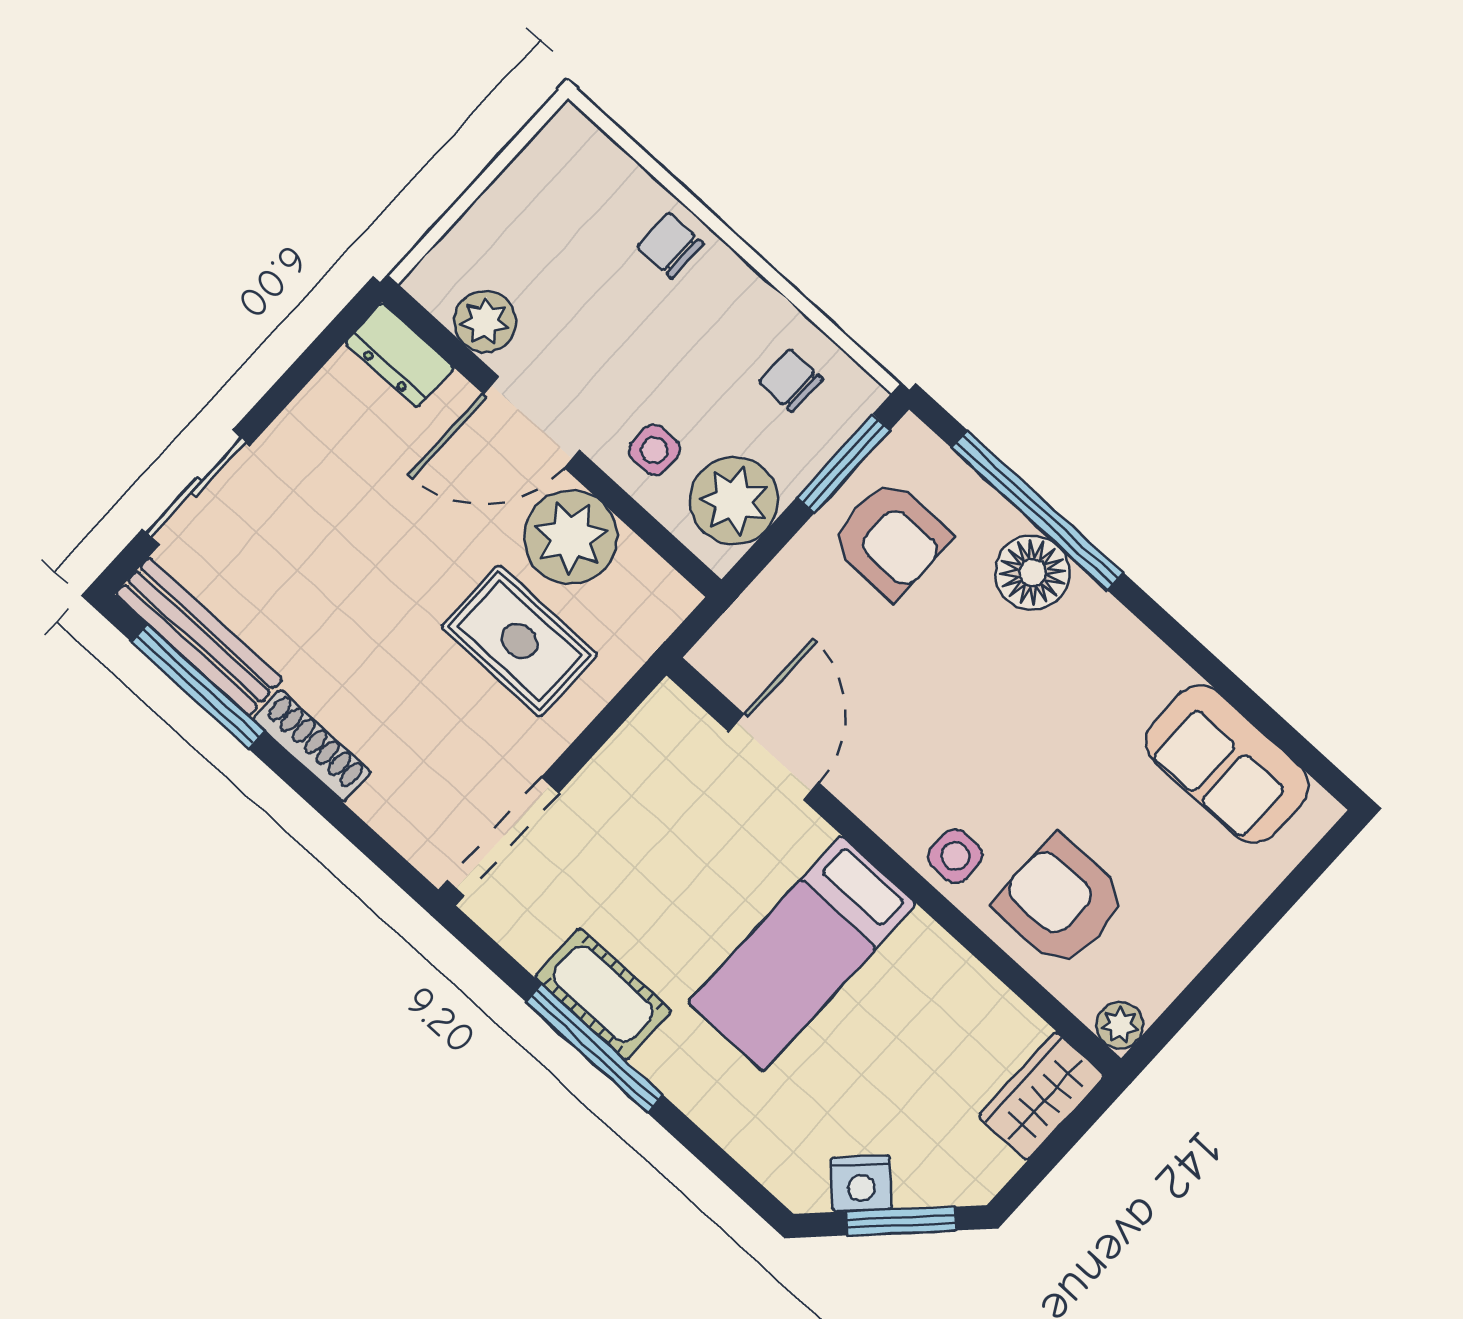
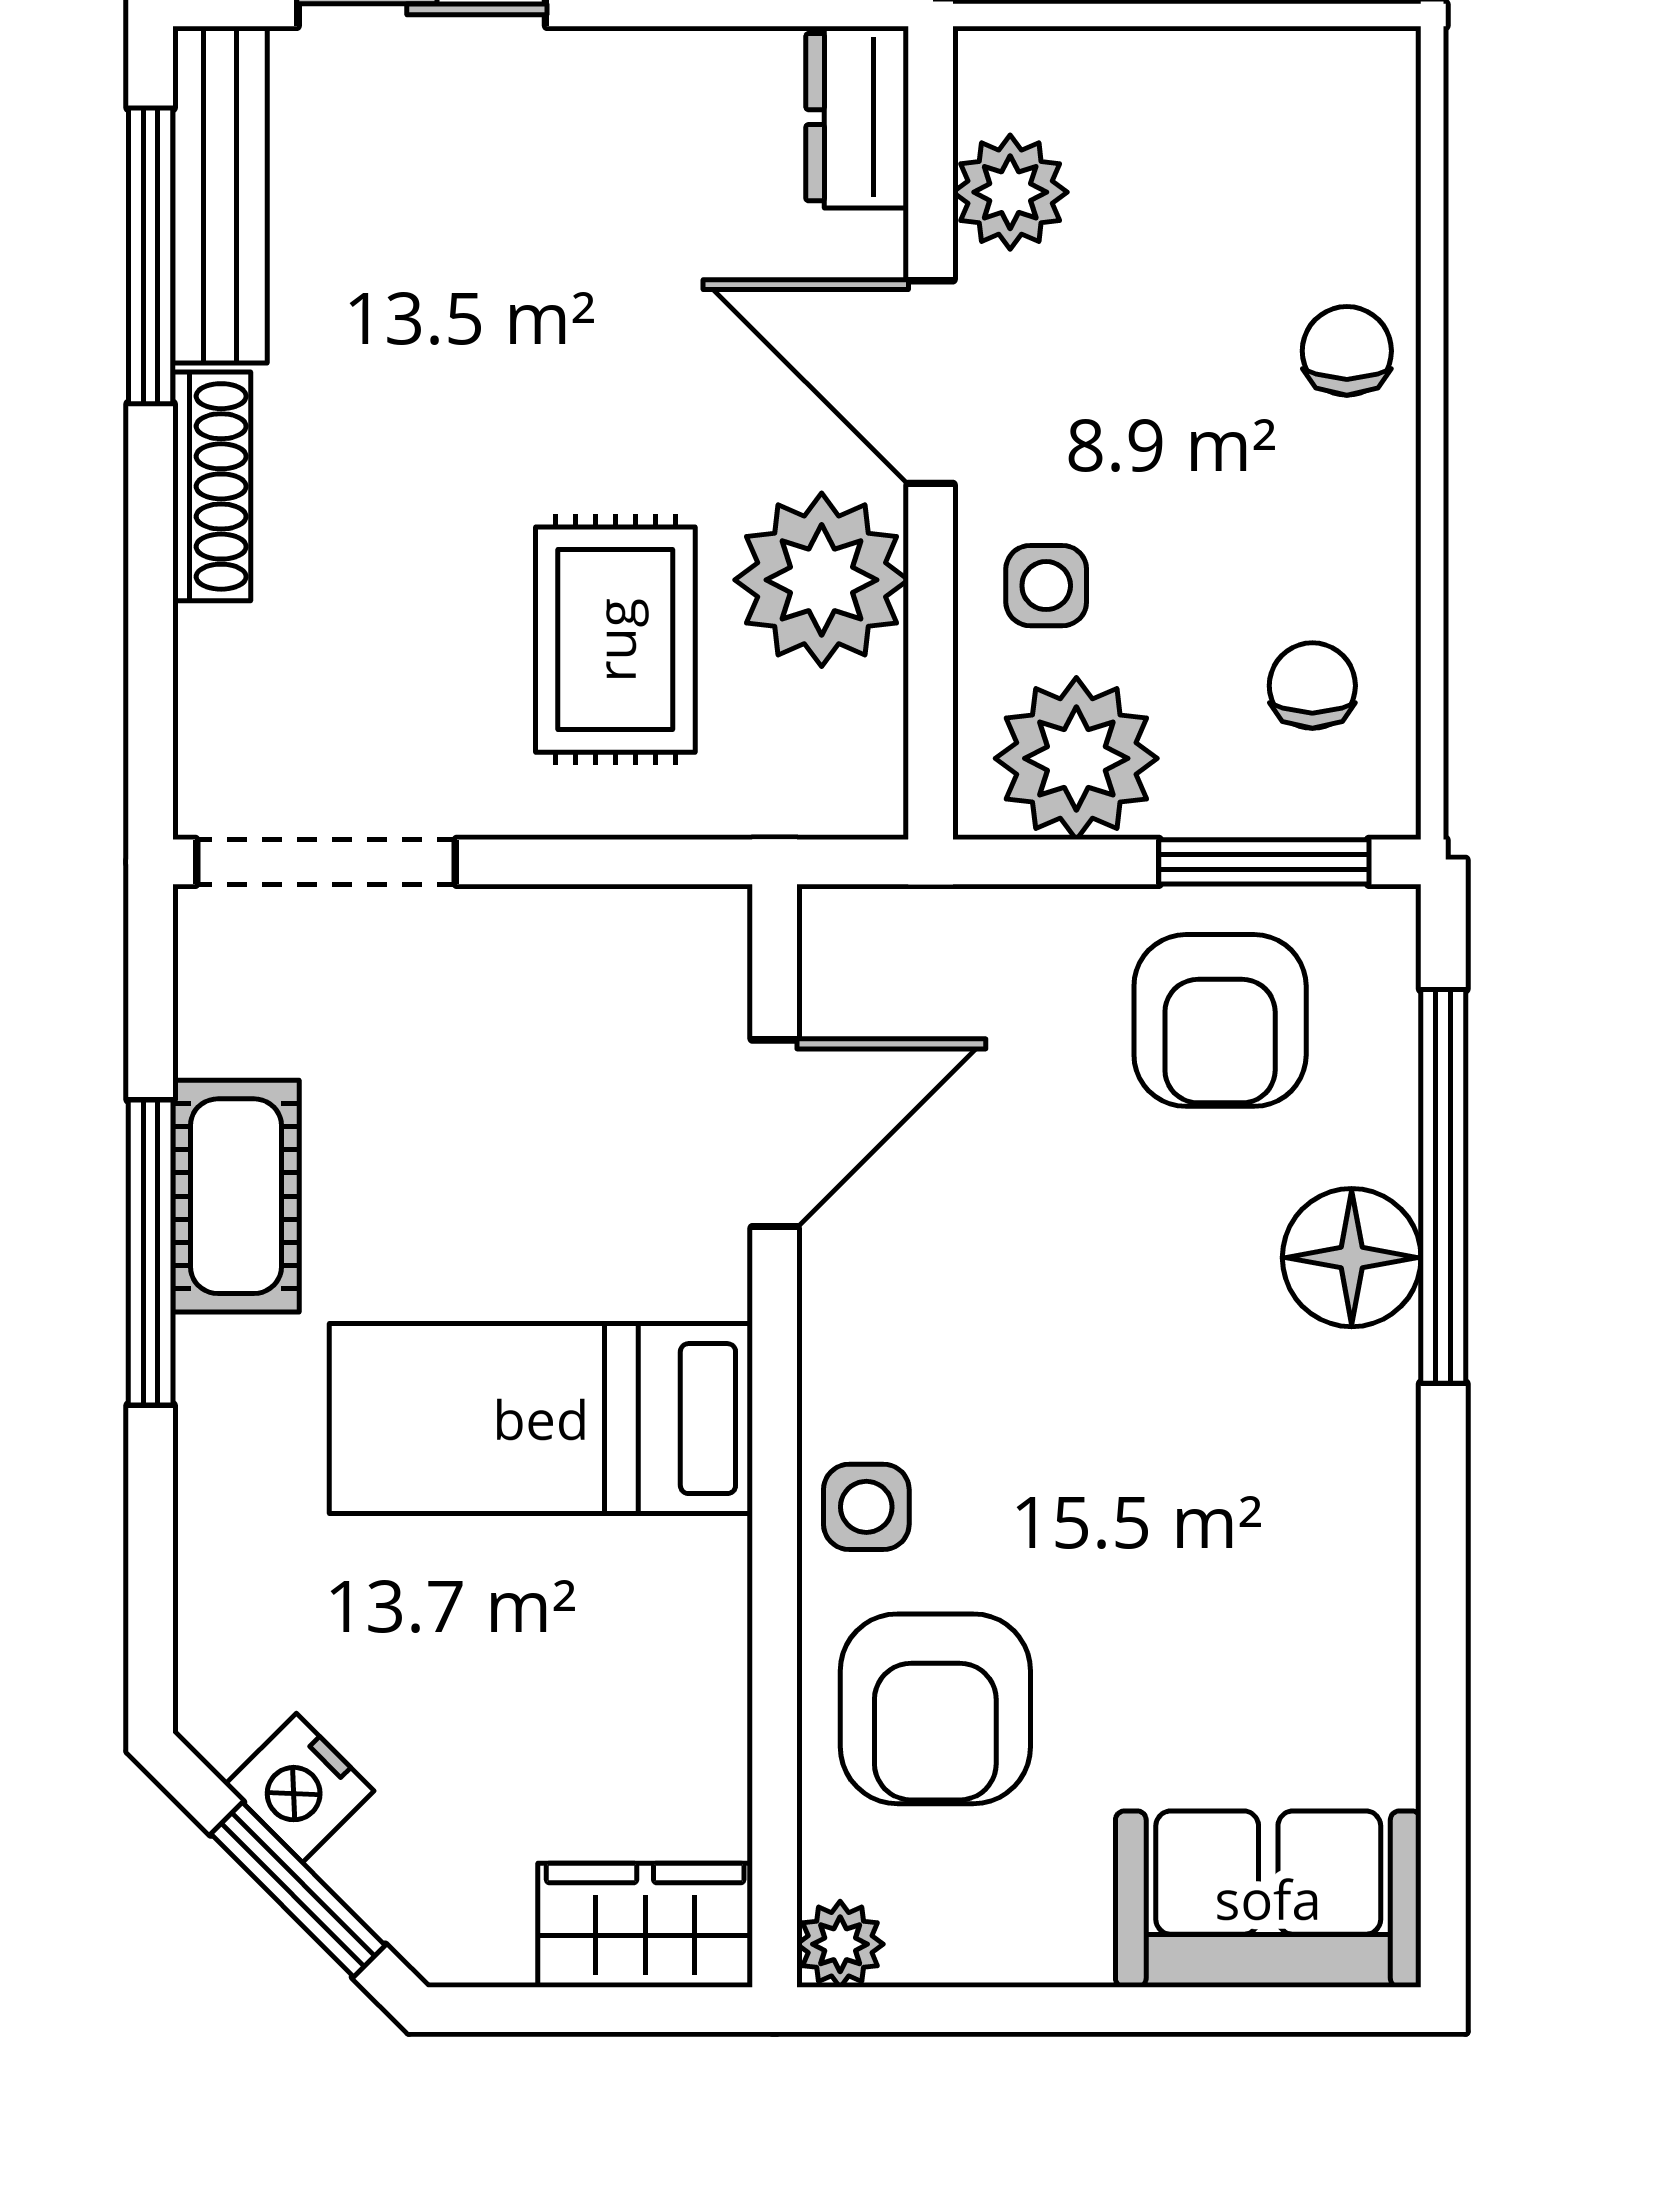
sofa: (1227, 764) -> (1268, 1899), moved, turned 90
armchair: (1061, 902) -> (935, 1709), turned 180

